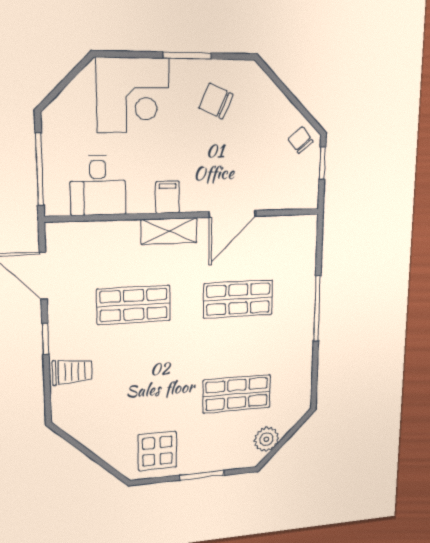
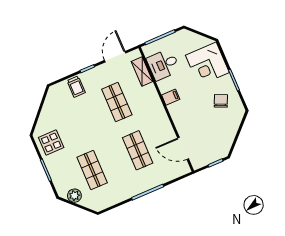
chair: (301, 140) -> (221, 148), removed
door: (233, 214) -> (183, 148), moved
shelving: (169, 231) -> (142, 71), moved

